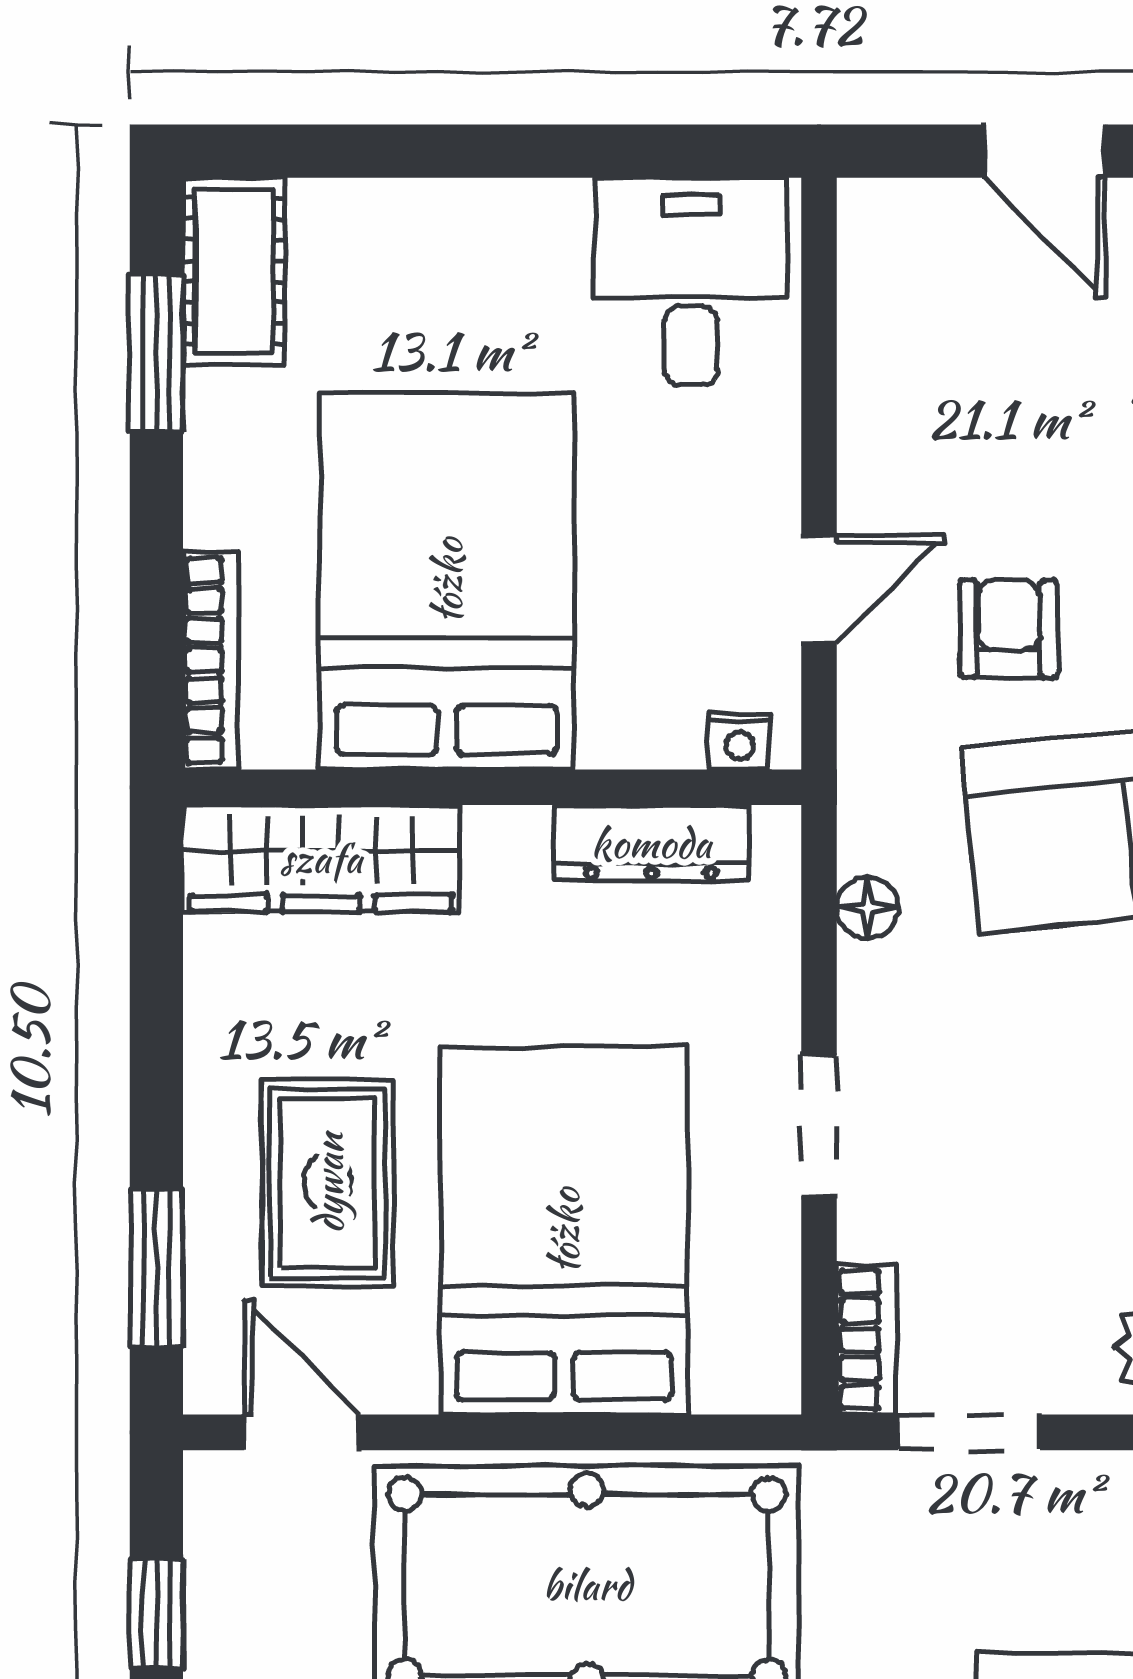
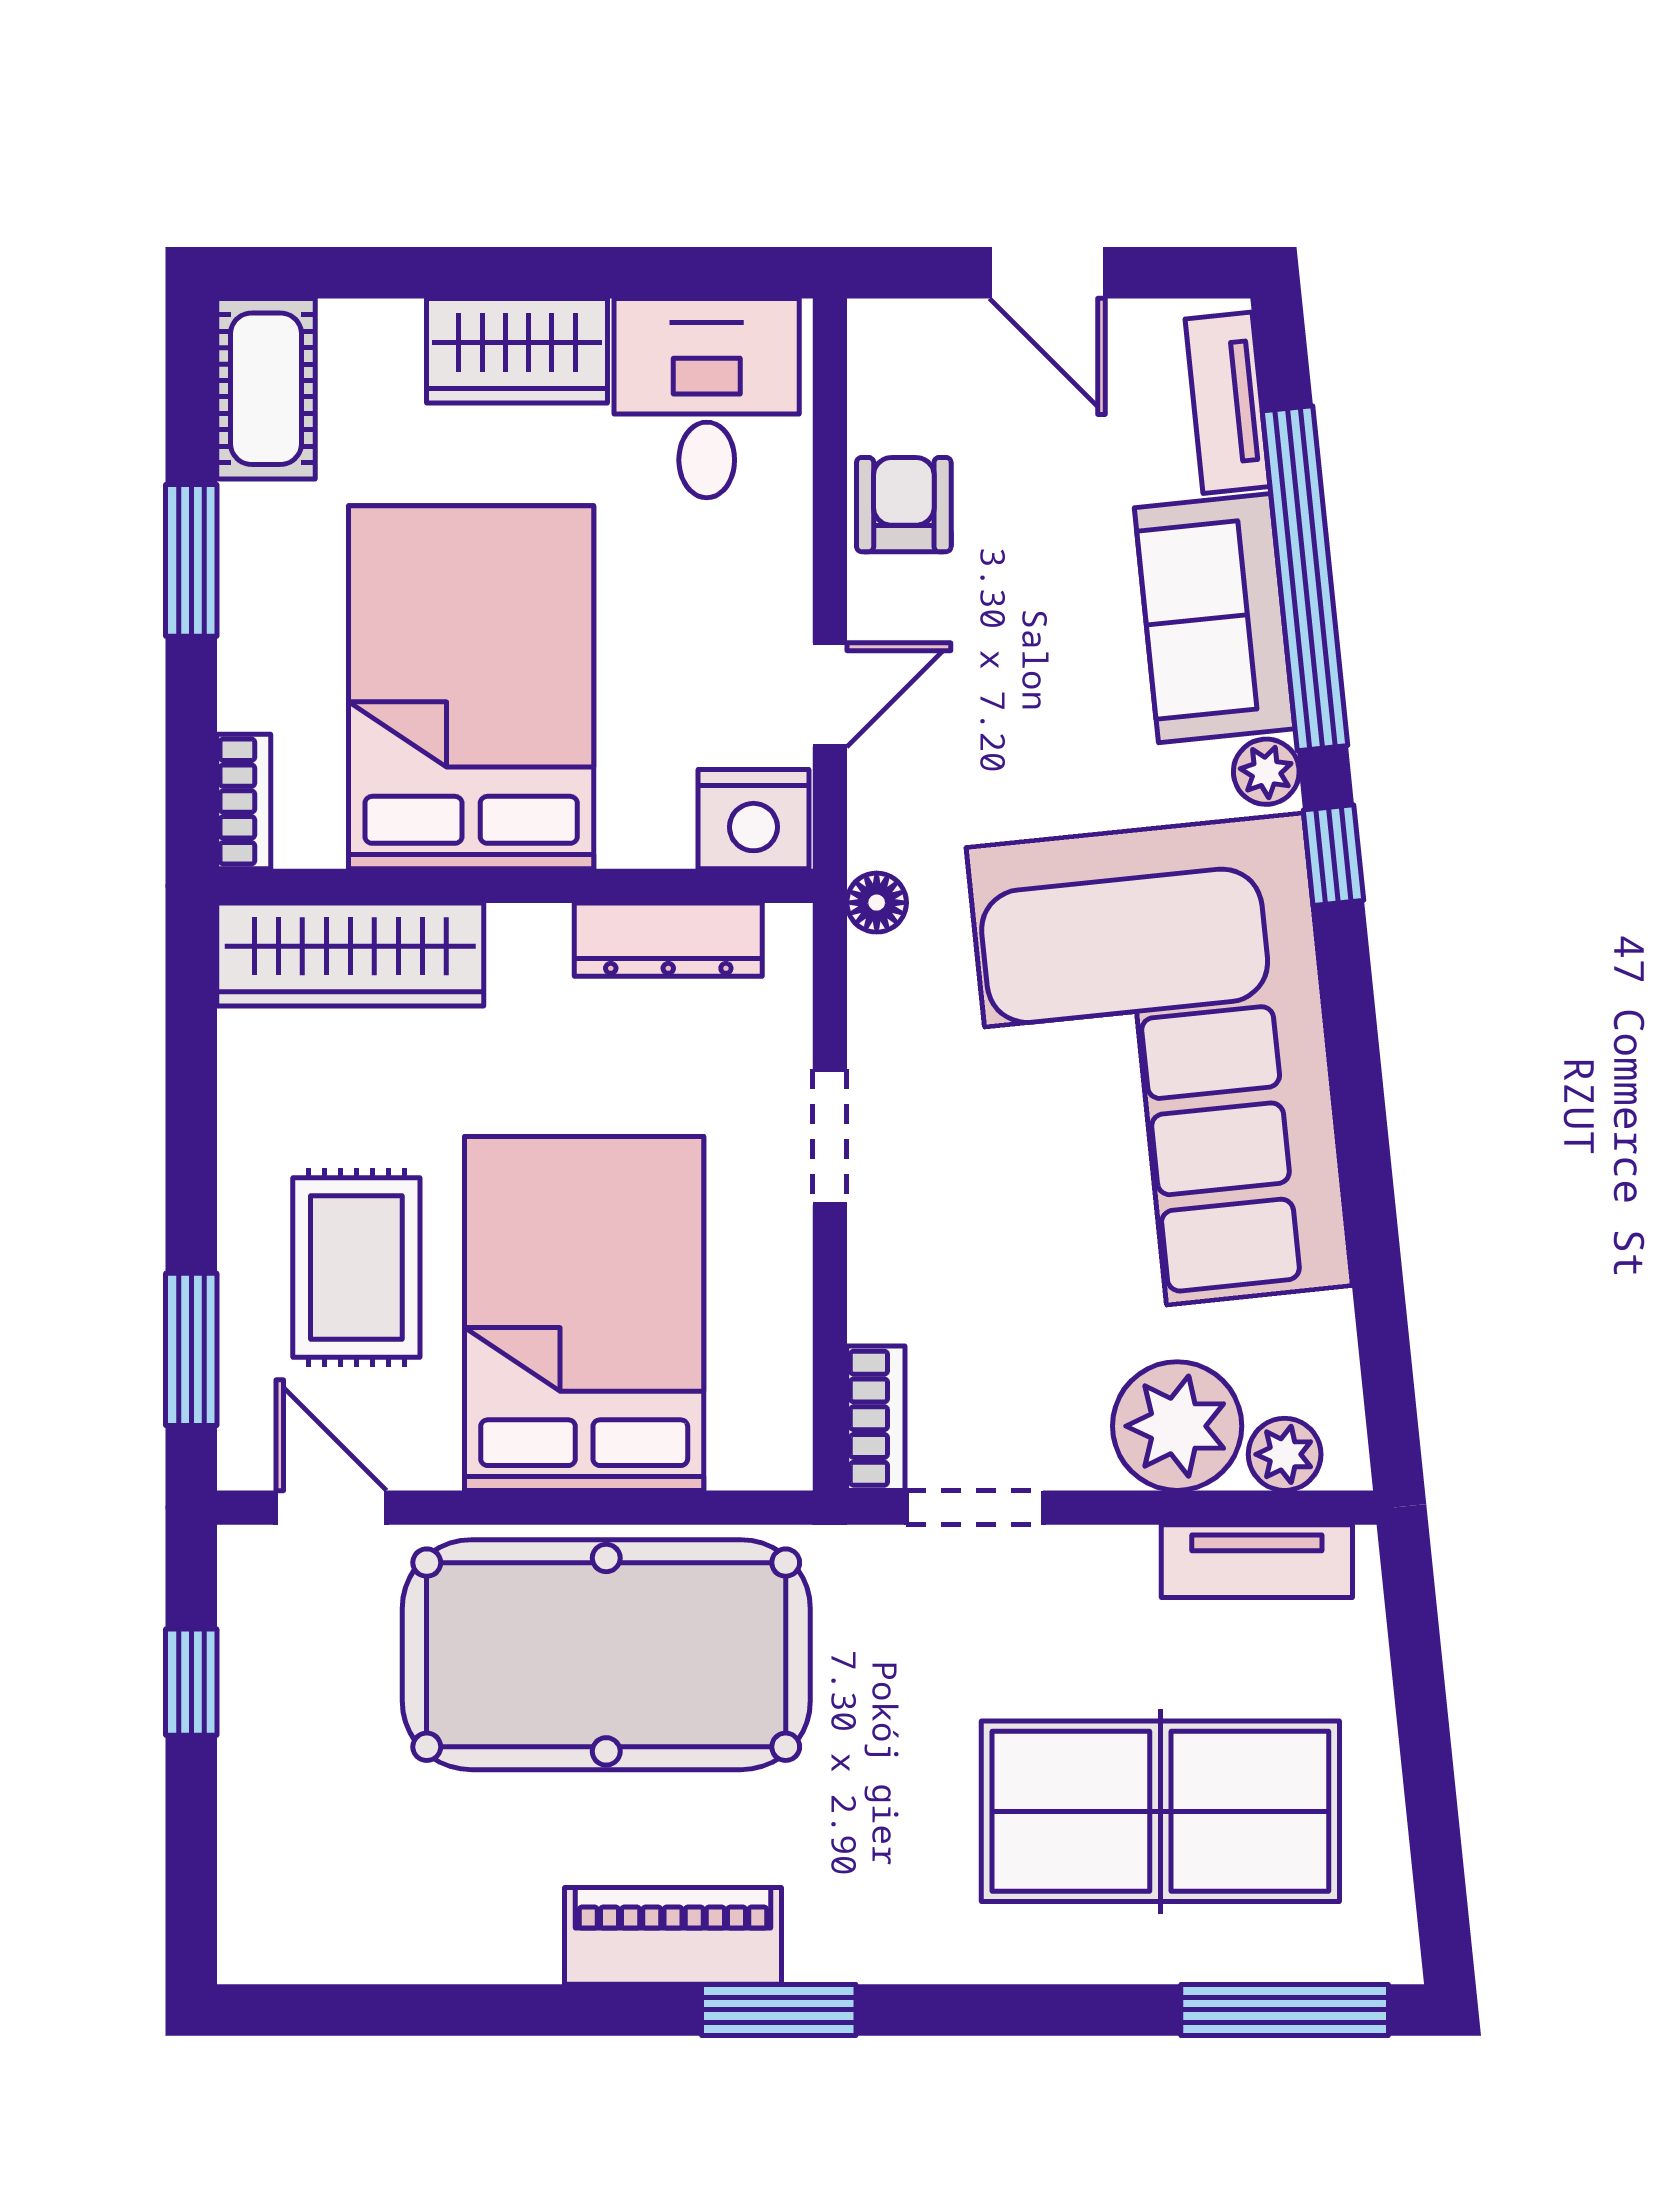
wardrobe: (494, 232) -> (517, 351), added
window: (156, 353) -> (191, 560), moved
armchair: (1009, 629) -> (904, 505), moved
bookcase: (211, 660) -> (244, 801), width x0.64
nightstand: (740, 741) -> (753, 819), width x1.89, depth x1.79
floor lamp: (867, 907) -> (877, 903), moved
doorway: (819, 1126) -> (830, 1137), moved

